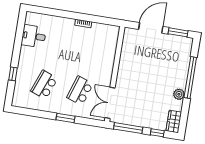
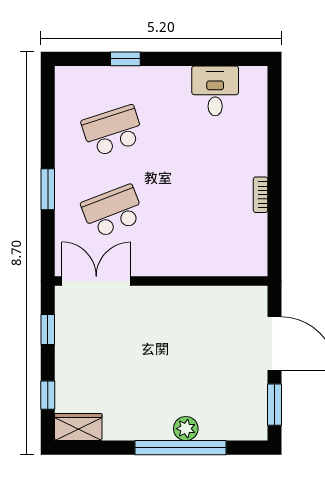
school desk: (44, 85) -> (113, 131), turned -39
school desk: (80, 91) -> (113, 211), turned -39
plant: (179, 94) -> (186, 429), moved
window: (128, 128) -> (48, 330), width x0.46

